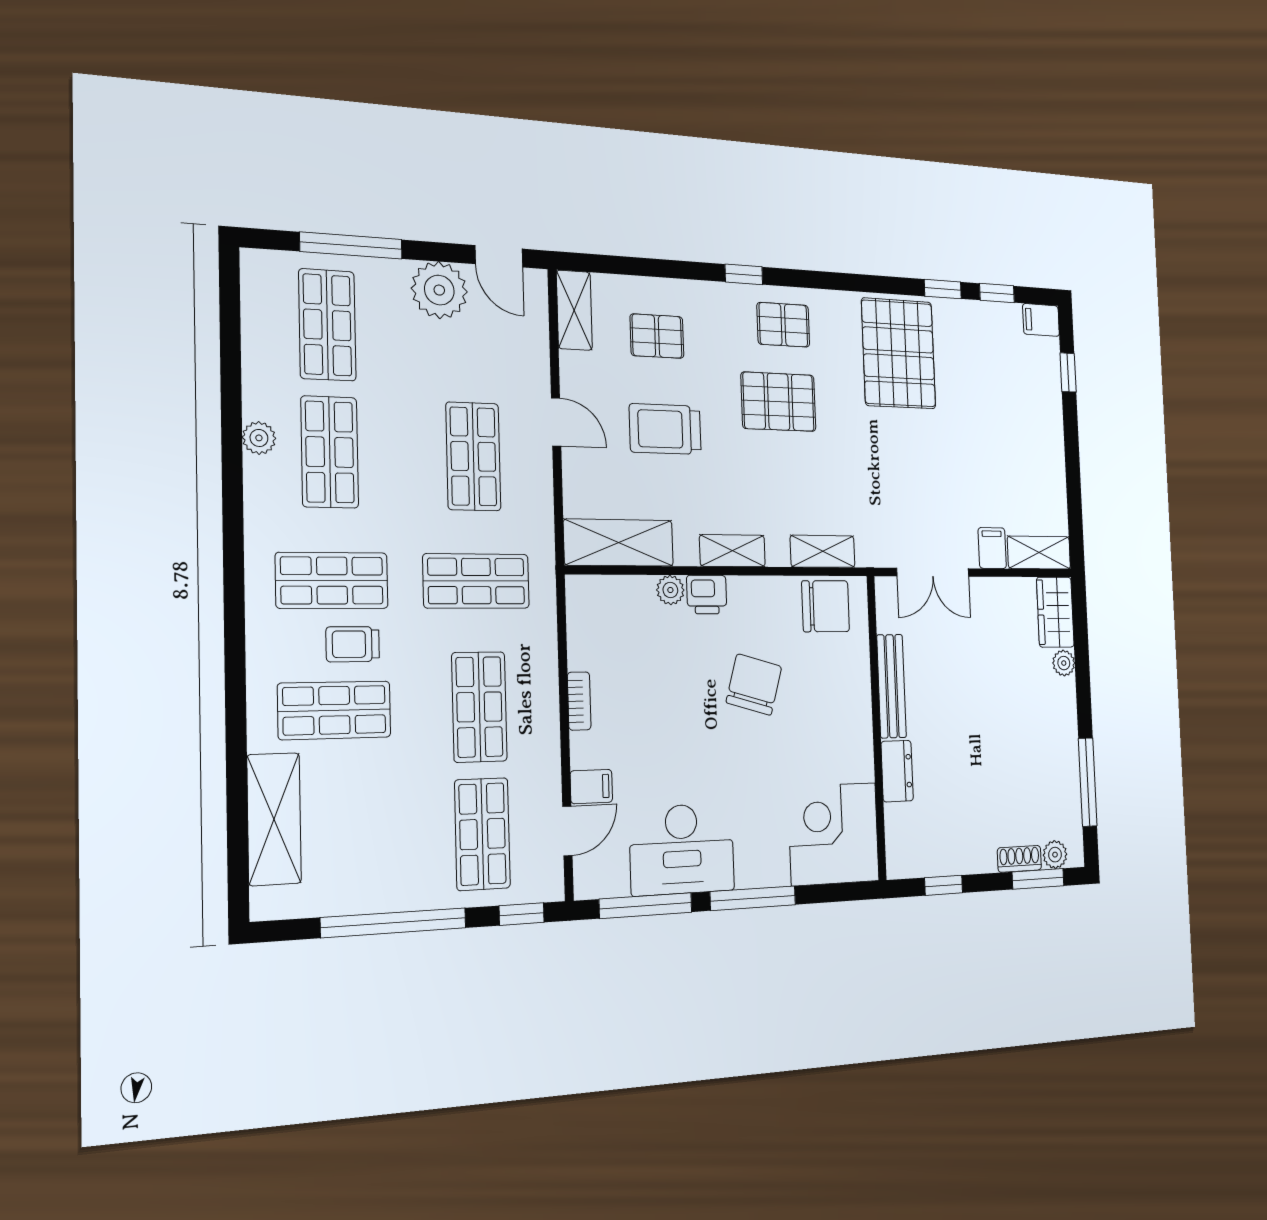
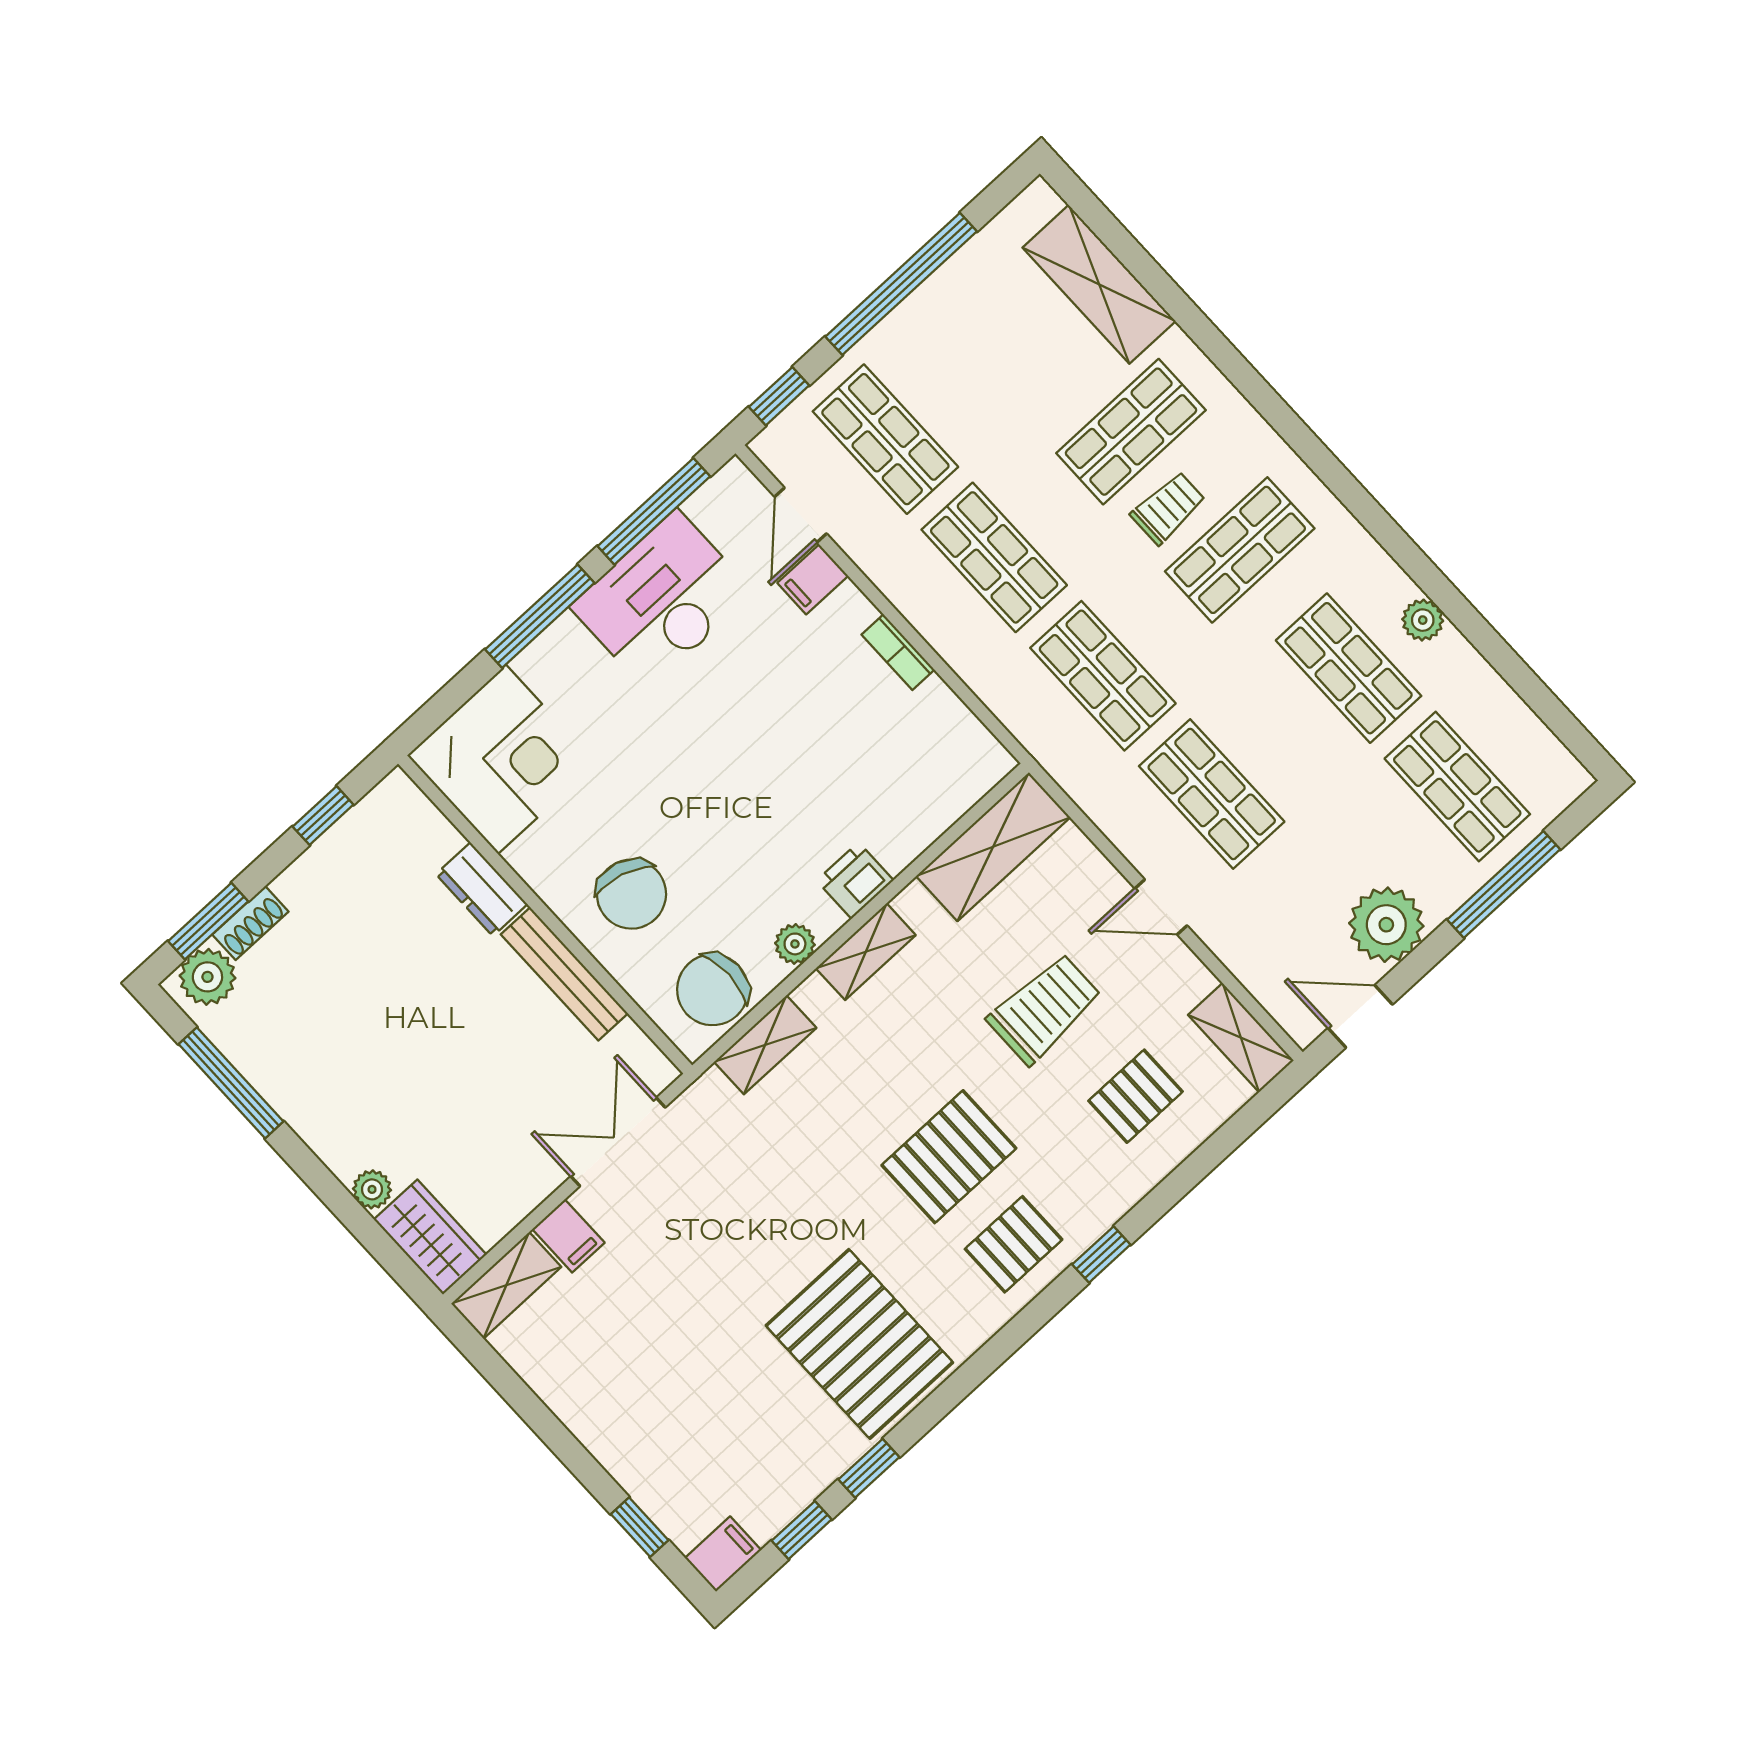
shop shelf: (476, 581) -> (1103, 676), turned 90
plant: (670, 590) -> (795, 944), moved
chair: (754, 684) -> (631, 894), moved
plant: (1055, 855) -> (207, 977), width x1.38, depth x1.38

